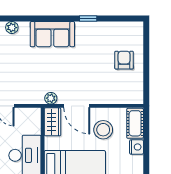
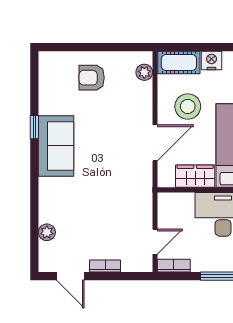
sofa: (52, 34) -> (56, 146), moved
plant: (51, 98) -> (144, 72), moved
wardrobe: (53, 122) -> (195, 176), moved

